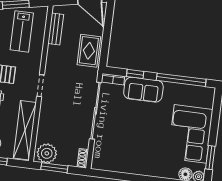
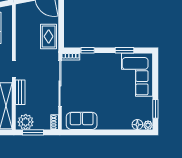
bench: (56, 29) -> (20, 92), moved
window: (181, 80) -> (125, 50), width x0.47
sofa: (143, 90) -> (82, 121), moved, turned 180
corner sofa: (190, 134) -> (137, 75), moved

